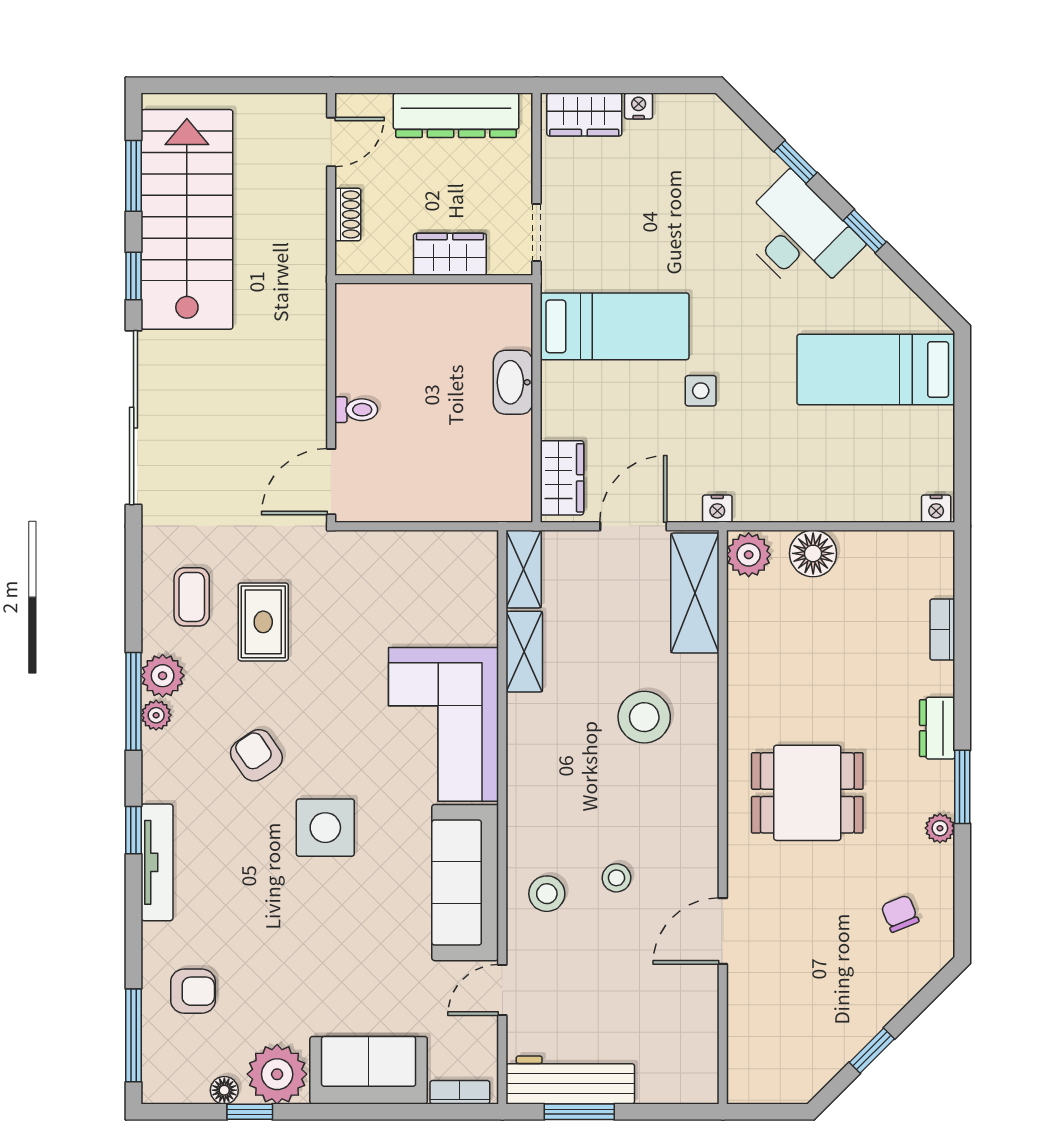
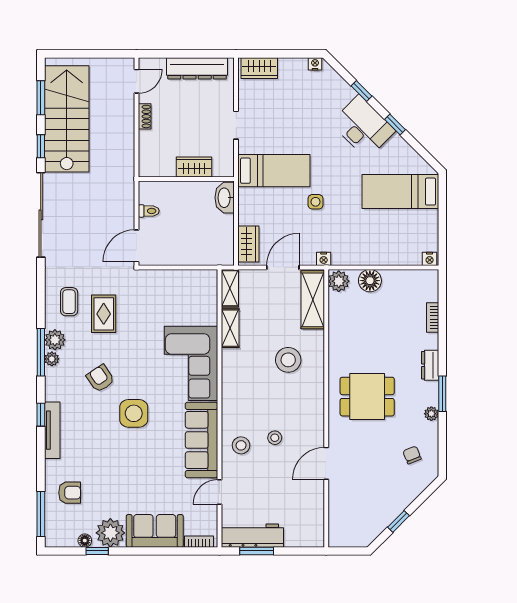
nightstand: (639, 106) -> (315, 64), moved
wardrobe: (450, 254) -> (194, 167), moved
wall: (434, 279) -> (186, 179), moved

